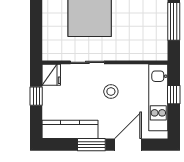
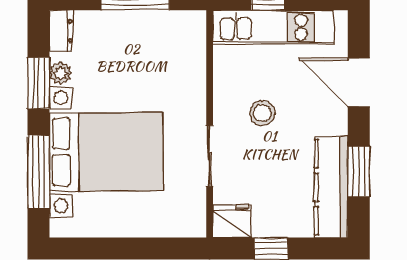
window: (91, 145) -> (359, 172), moved

